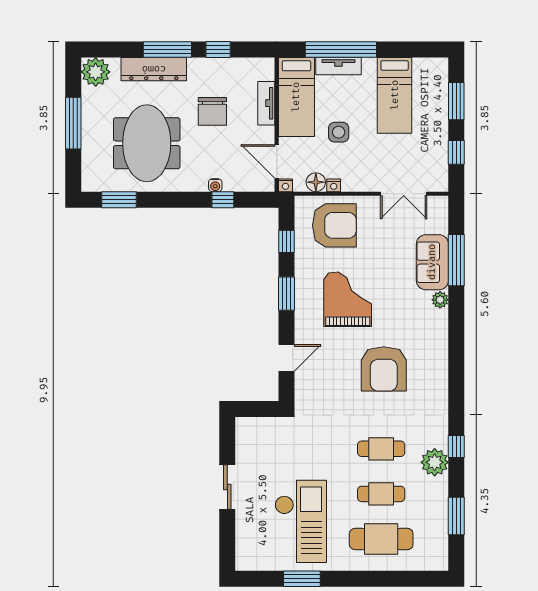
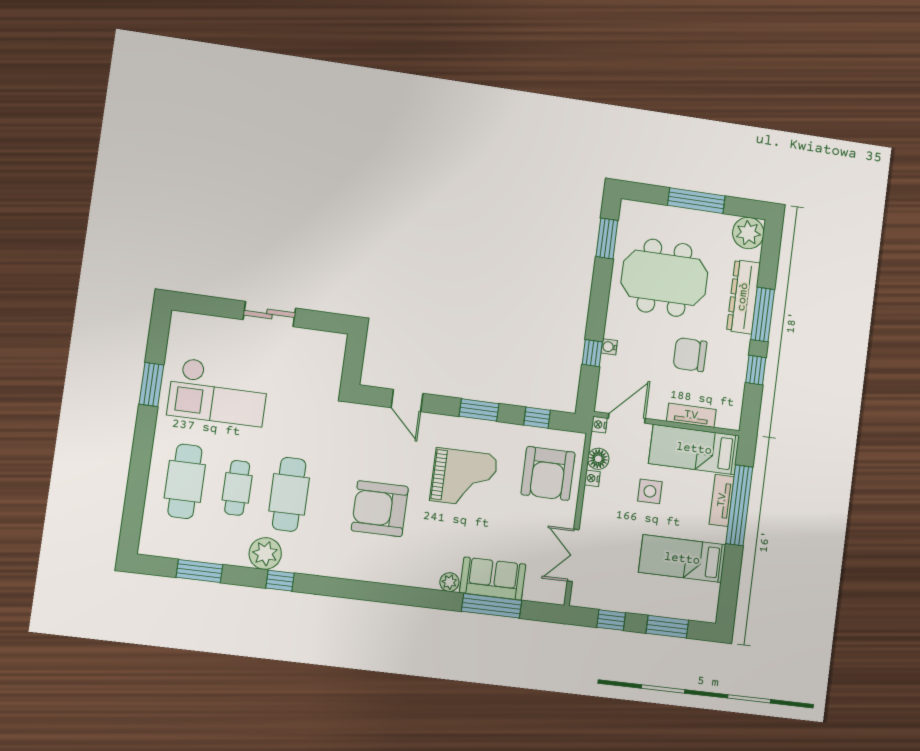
cafe table: (381, 449) -> (289, 494), width x1.37, depth x1.35

